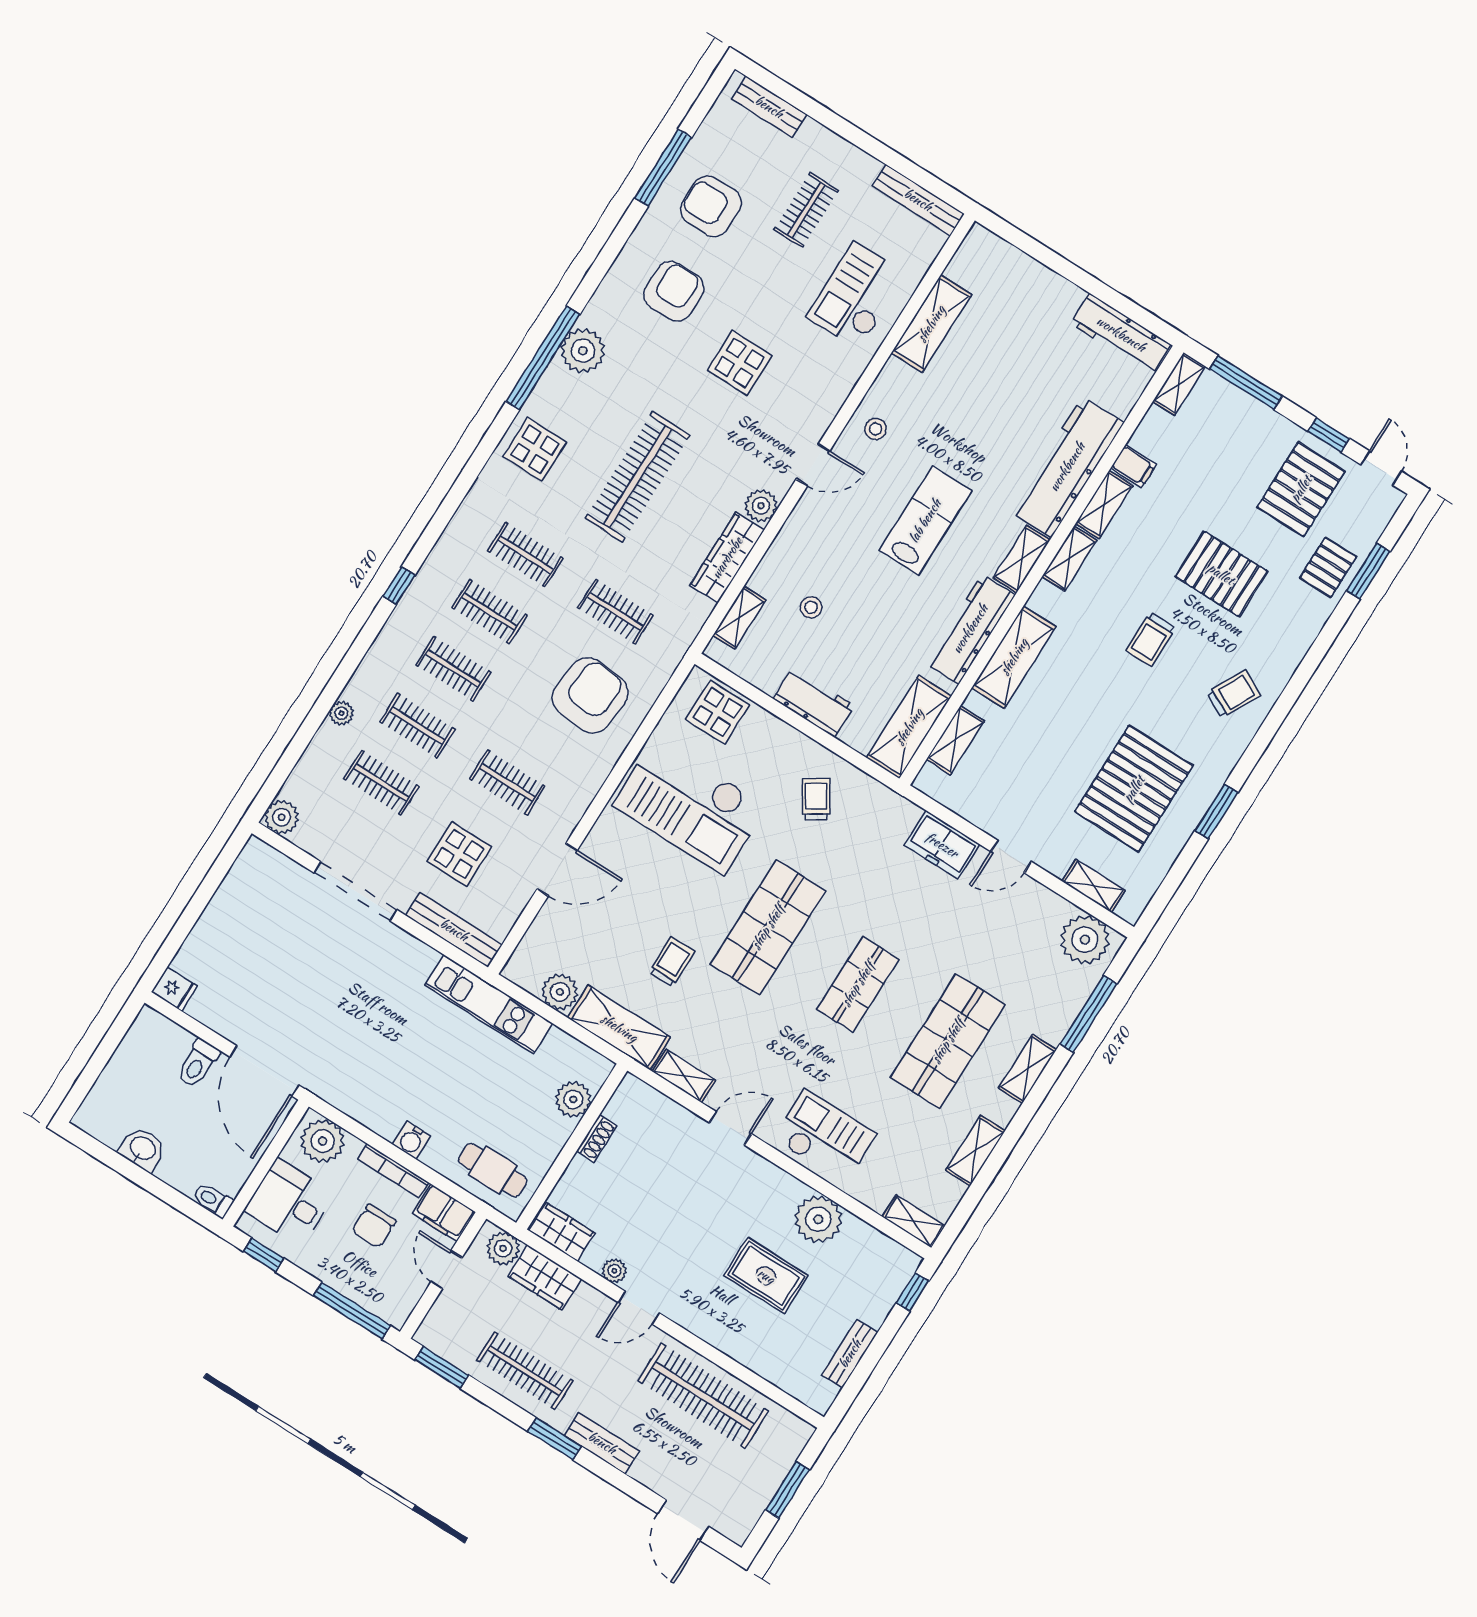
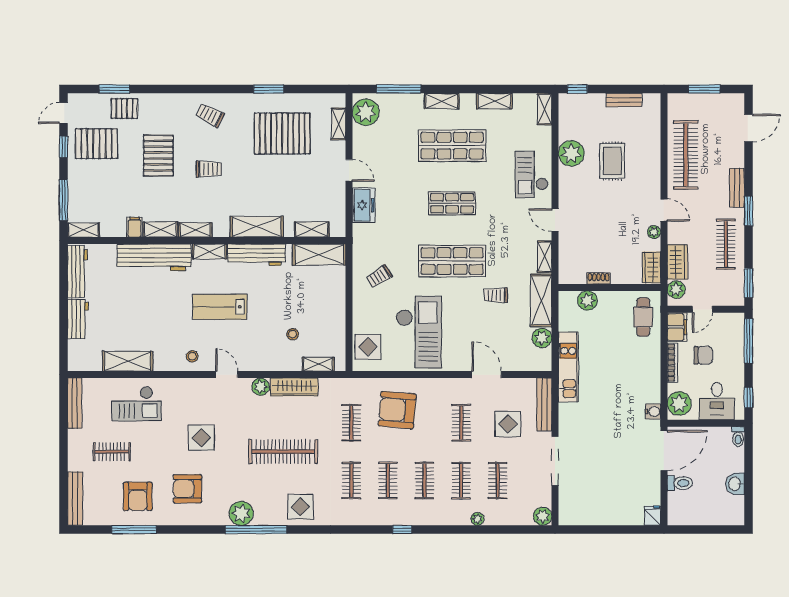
bench: (769, 107) -> (75, 499), width x1.36
workbench: (814, 702) -> (78, 319), moved, turned 180
water cooler: (412, 1140) -> (653, 412), moved

